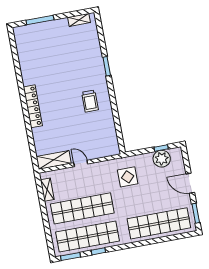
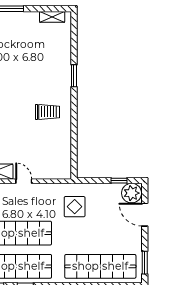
trolley: (90, 101) -> (47, 112), turned -90
plant: (162, 159) -> (132, 193), moved
door: (190, 183) -> (145, 215), moved

